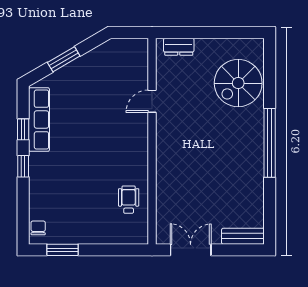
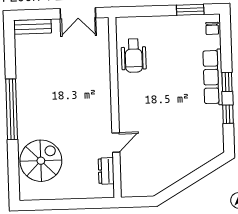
dresser: (179, 47) -> (106, 171), moved, turned -90
window: (64, 59) -> (194, 177), removed
row of seats: (39, 120) -> (213, 77), moved
wheelchair: (129, 200) -> (134, 56), width x1.36, depth x1.37

